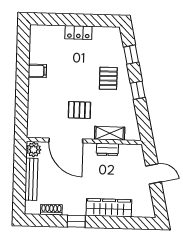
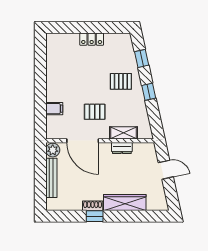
filing cabinet: (37, 71) -> (54, 109), moved
pallet: (108, 78) -> (121, 81), turned 90
shoe rack: (51, 210) -> (93, 206), moved

